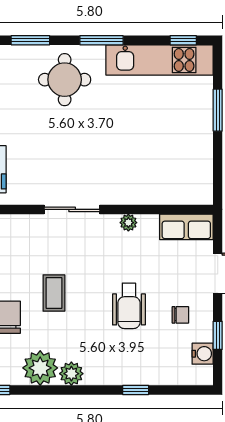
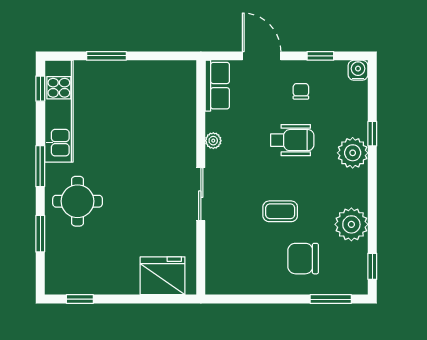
water cooler: (203, 354) -> (358, 70), moved
plant: (71, 374) -> (353, 153), moved, width x1.36, depth x1.36

